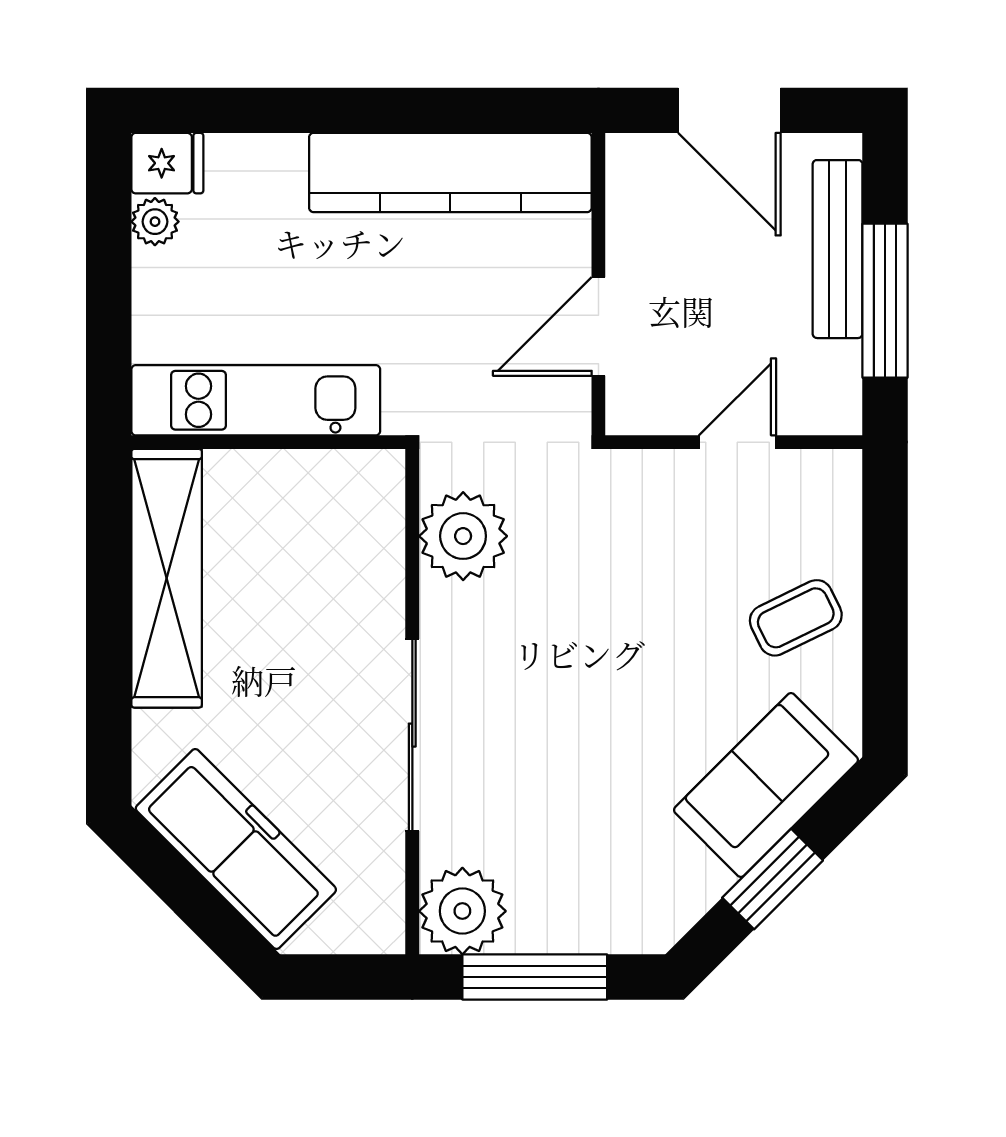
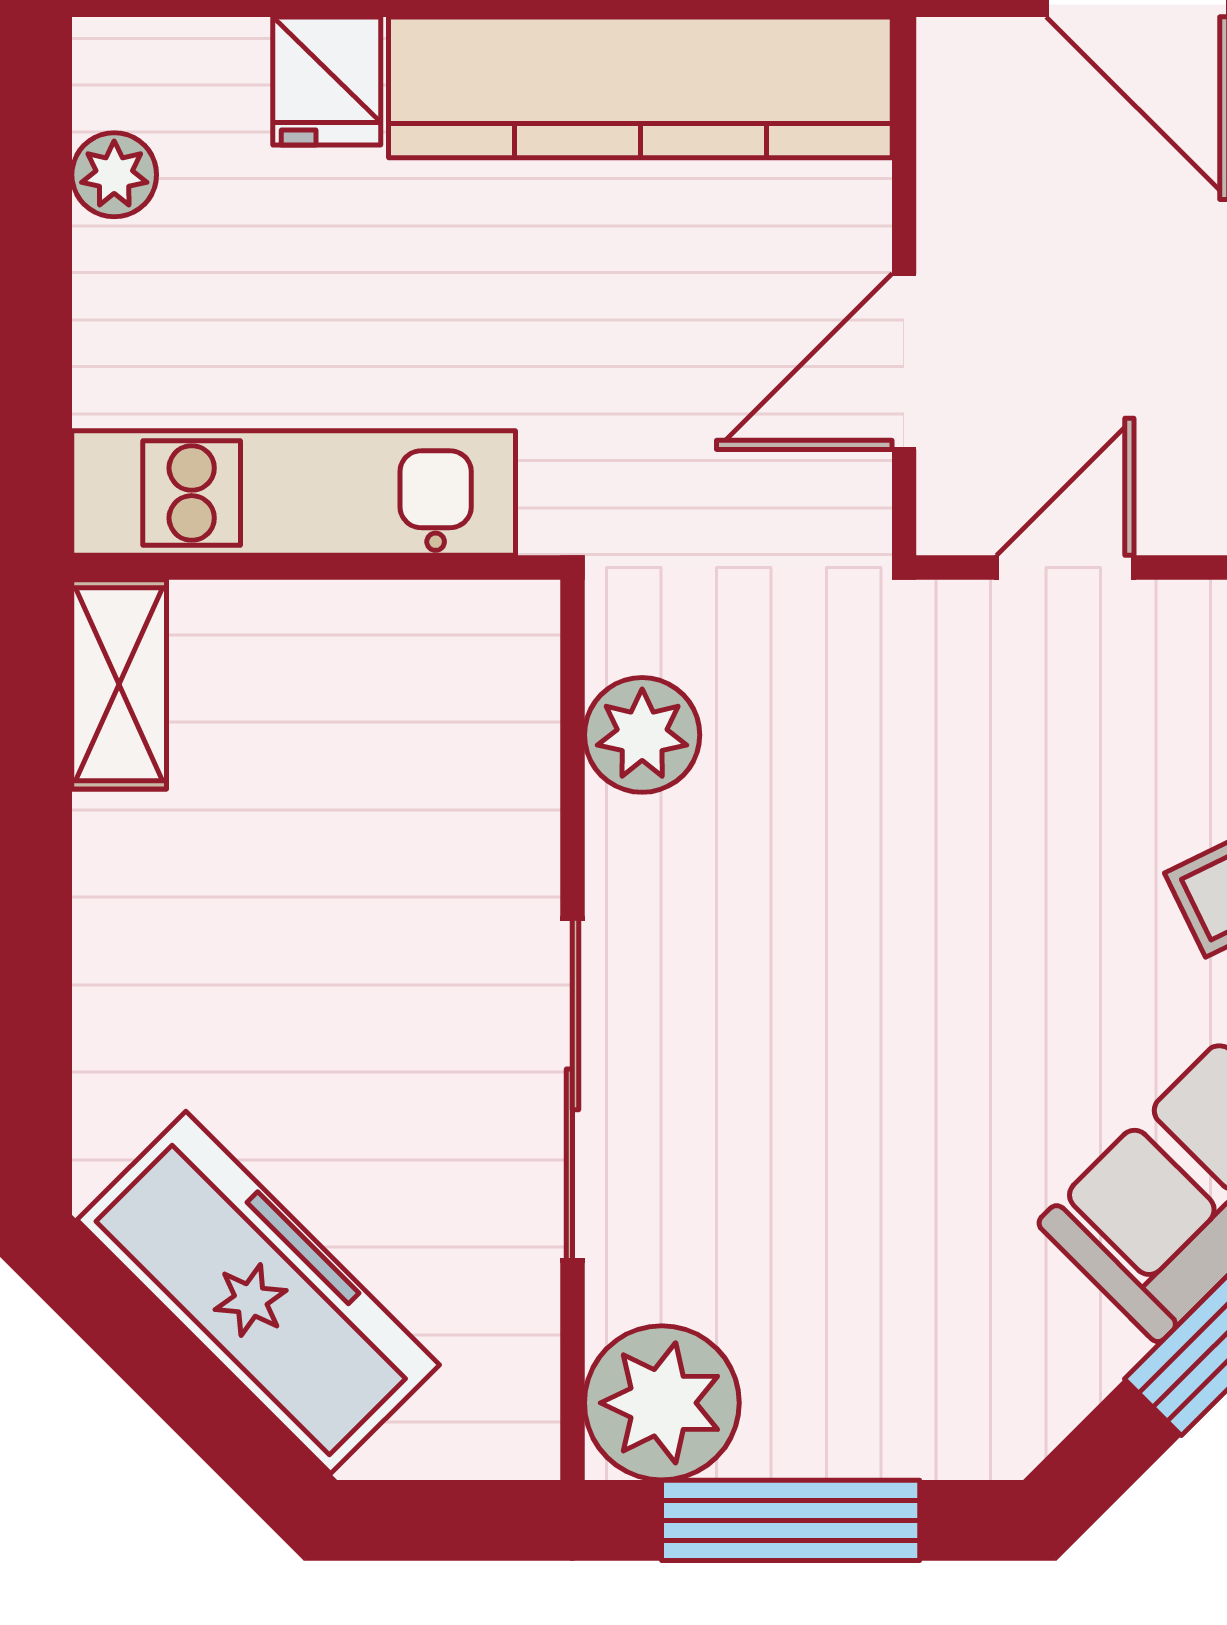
fridge: (167, 163) -> (327, 81), moved, turned 90
door: (738, 442) -> (1065, 568), moved
plant: (463, 536) -> (642, 735), width x0.73, depth x0.73
shelving: (167, 578) -> (119, 684), width x0.45, depth x0.75

